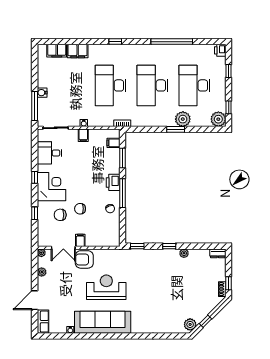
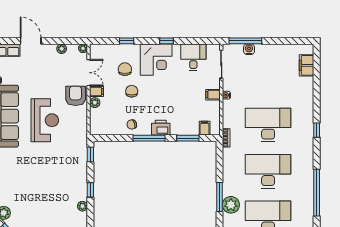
filing cabinet: (78, 51) -> (306, 88), removed
water cooler: (42, 93) -> (249, 49), moved
window: (176, 129) -> (219, 197), width x1.44
plant: (90, 242) -> (95, 103), added
double door: (63, 248) -> (89, 73), swing flipped

